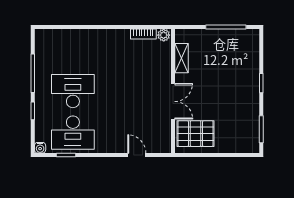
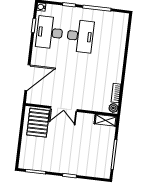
shelving: (181, 58) -> (106, 120), moved
door: (137, 155) -> (27, 78), width x1.87

